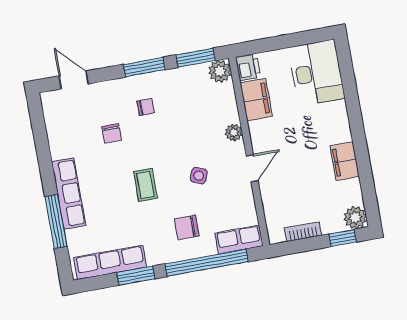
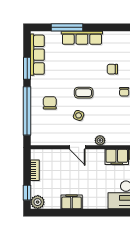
coffee table: (145, 185) -> (84, 93), moved
row of seats: (239, 239) -> (37, 132), removed

